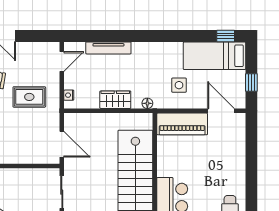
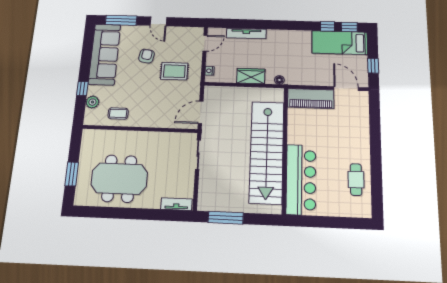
window: (201, 36) -> (327, 26), added
side table: (179, 85) -> (308, 66), removed
door: (62, 144) -> (201, 112), swing flipped

